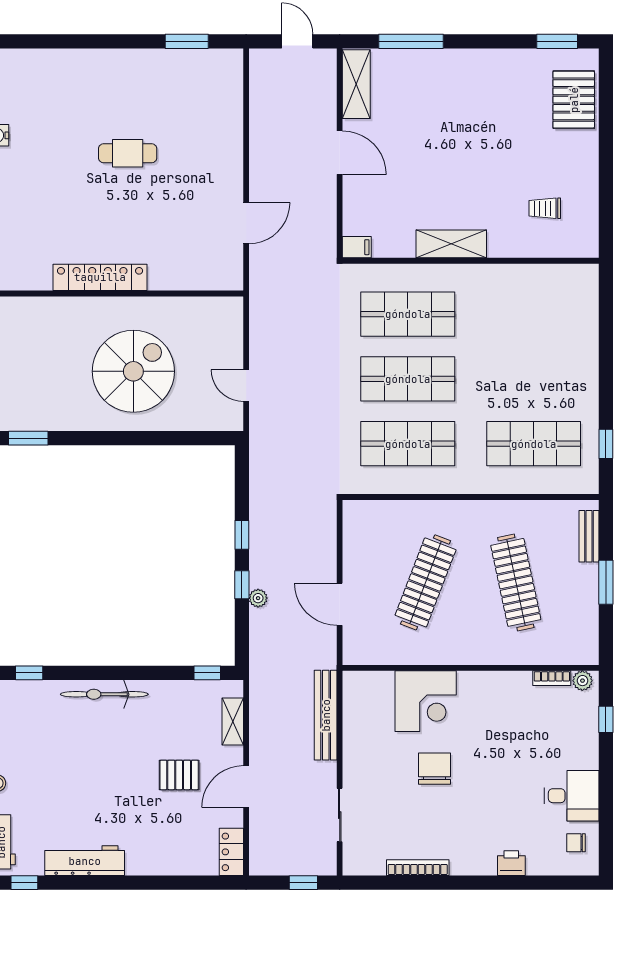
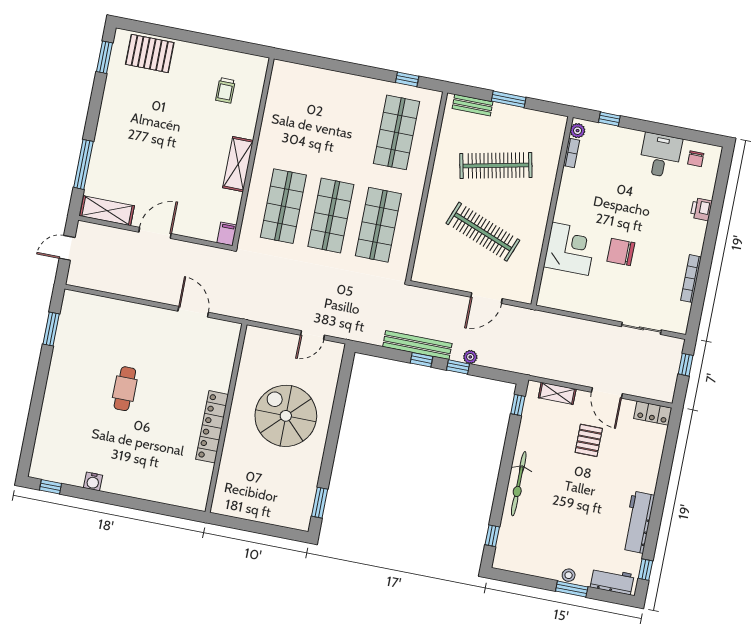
bench: (326, 715) -> (417, 345), moved

